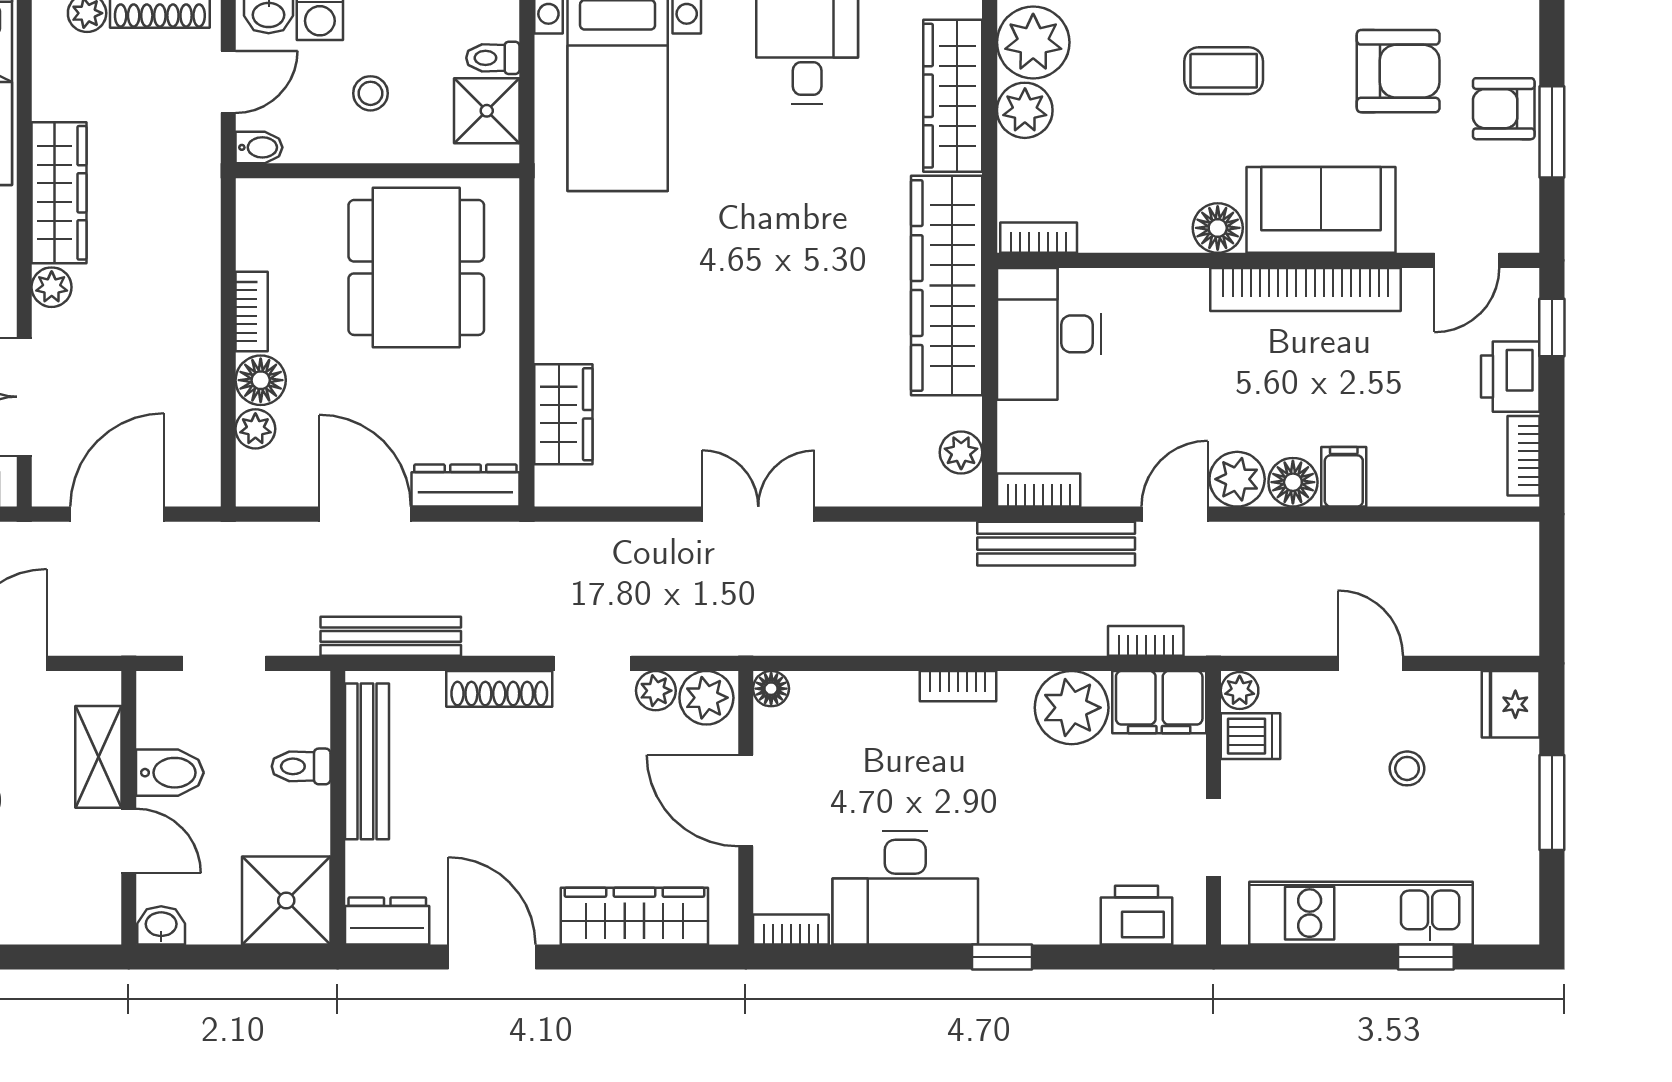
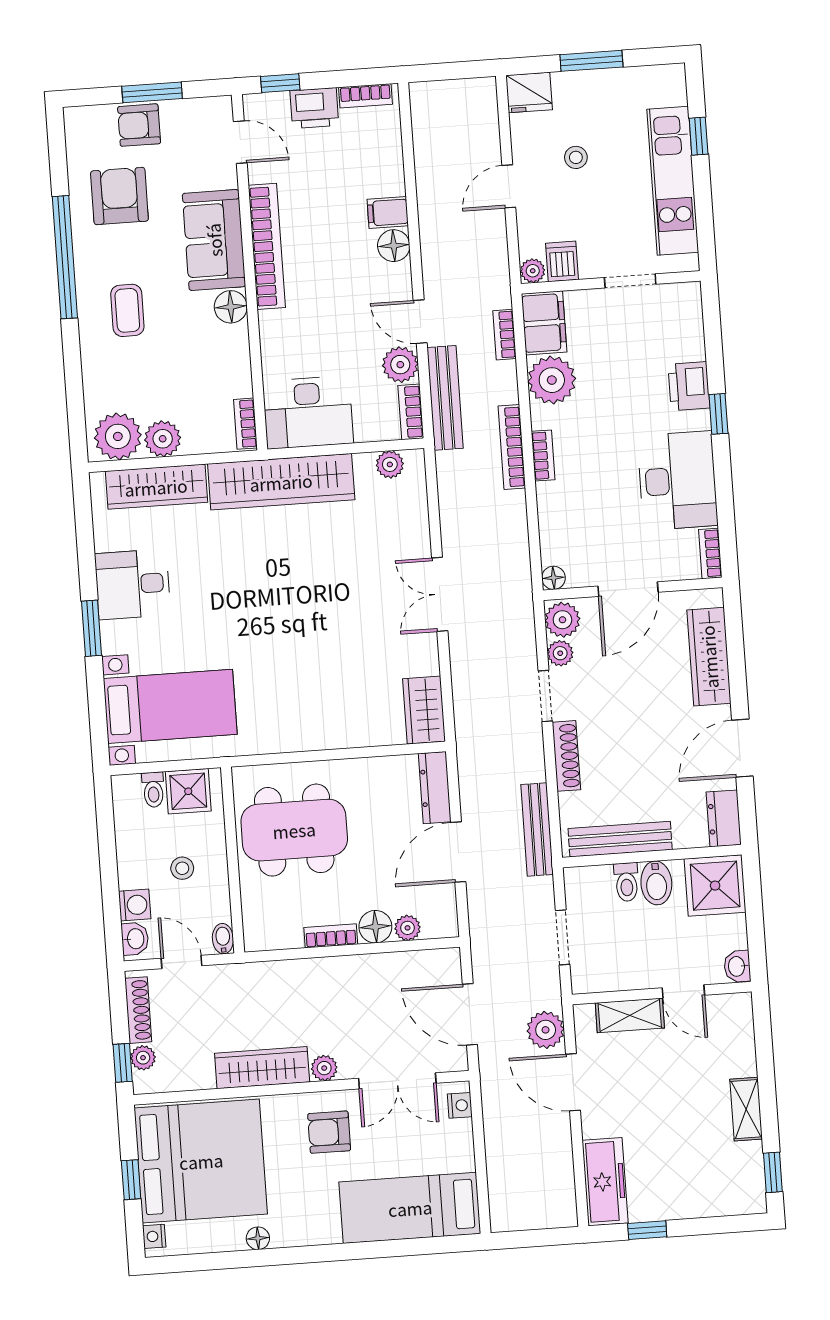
armchair: (1504, 109) -> (139, 125), turned 90
wardrobe: (563, 414) -> (424, 710), moved, turned -90
plant: (1237, 479) -> (400, 365), moved
plant: (86, 627) -> (546, 1030), added
bookcase: (974, 640) -> (512, 447), added
bidet: (170, 773) -> (656, 883), moved, turned 180
door: (129, 841) -> (683, 992), swing flipped
printer: (1136, 915) -> (689, 386), moved

